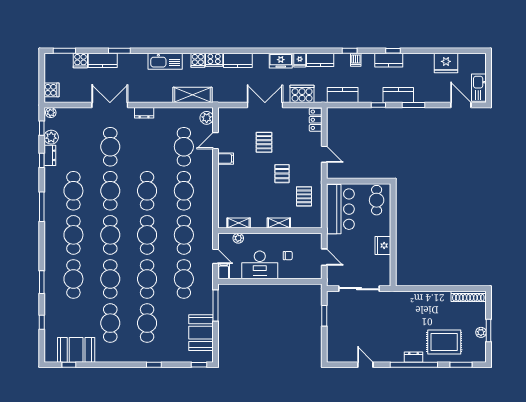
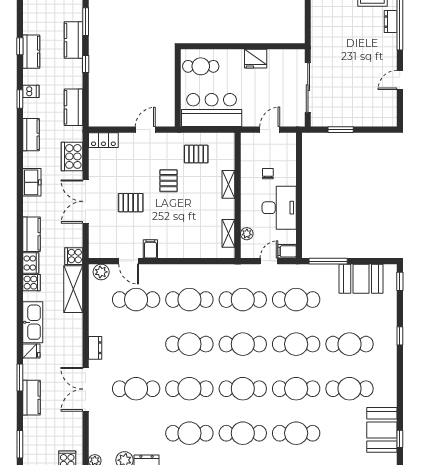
fridge: (300, 60) -> (31, 351), moved
cooker: (80, 61) -> (74, 256), moved, turned 180
pallet: (282, 174) -> (169, 181), turned 90

